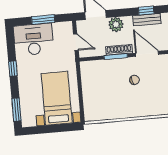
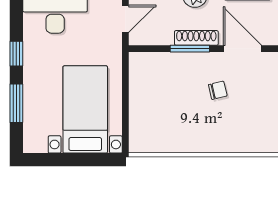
door: (76, 42) -> (125, 19), hinge flipped
window: (16, 110) -> (16, 103), moved

